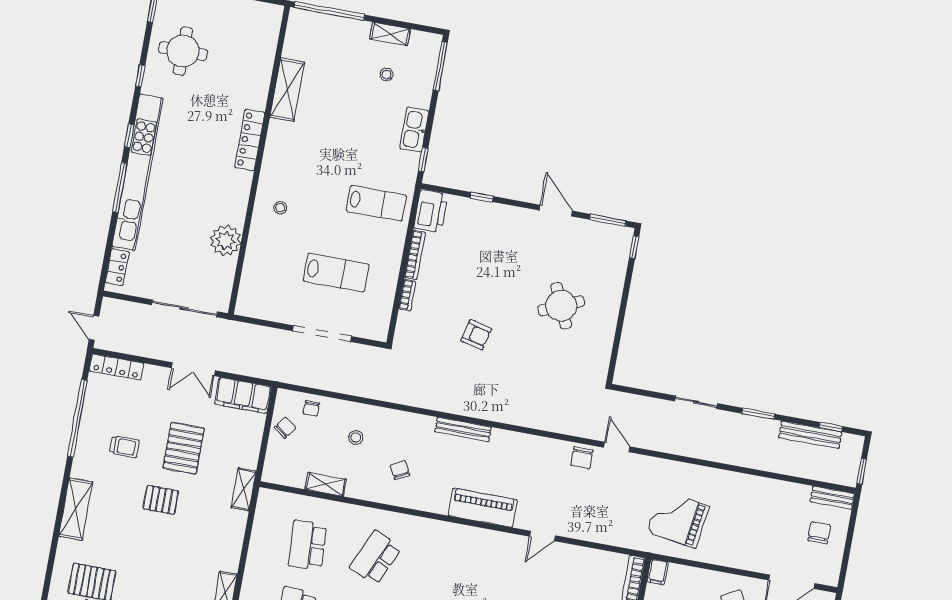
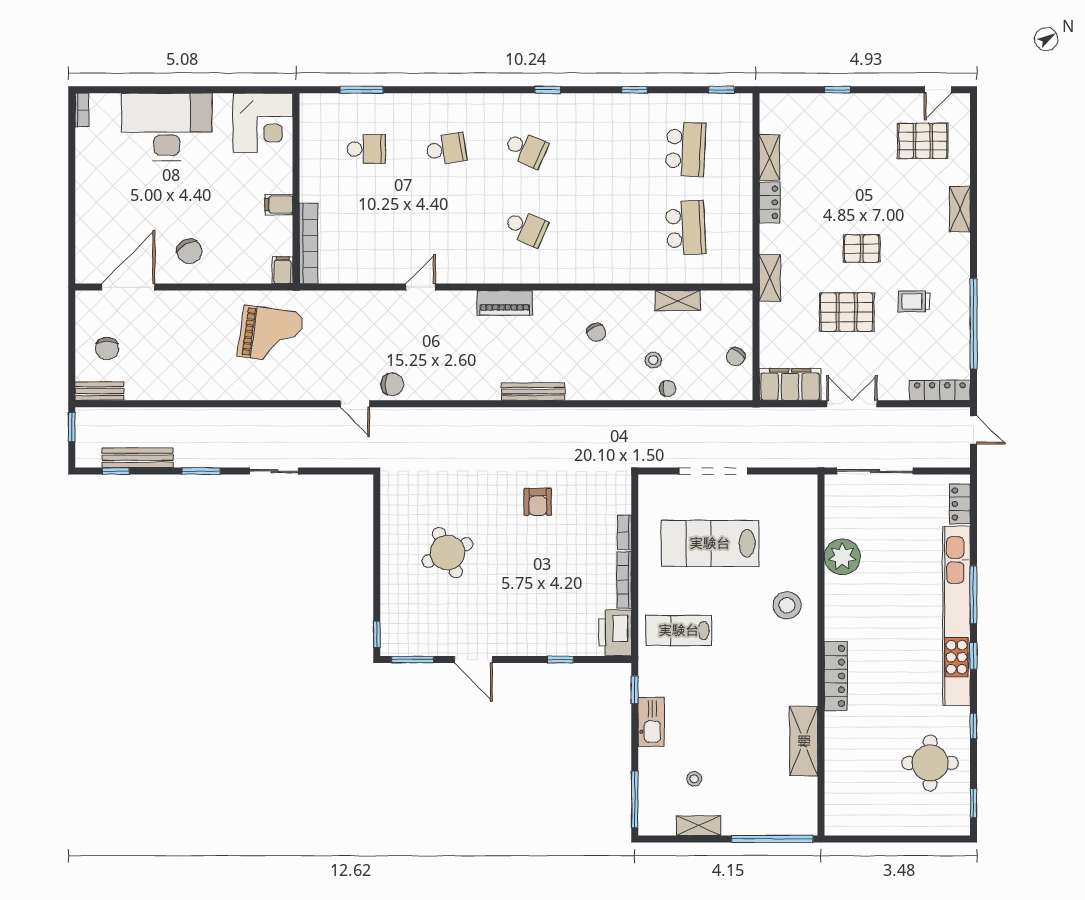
stool: (280, 208) -> (787, 605), width x1.89, depth x1.89
lab bench: (336, 273) -> (710, 543), width x1.36, depth x1.39
armchair: (476, 335) -> (538, 502), turned -104
chair: (311, 408) -> (668, 388), moved, turned 90
pallet: (184, 448) -> (847, 312), turned 90
chair: (582, 458) -> (392, 384), turned 90
piano: (483, 508) -> (505, 303), width x0.73, depth x0.75
shelving: (76, 509) -> (960, 209), width x0.67, depth x0.75
locker: (232, 554) -> (770, 202), added
school desk: (376, 558) -> (526, 228), moved, width x0.54

